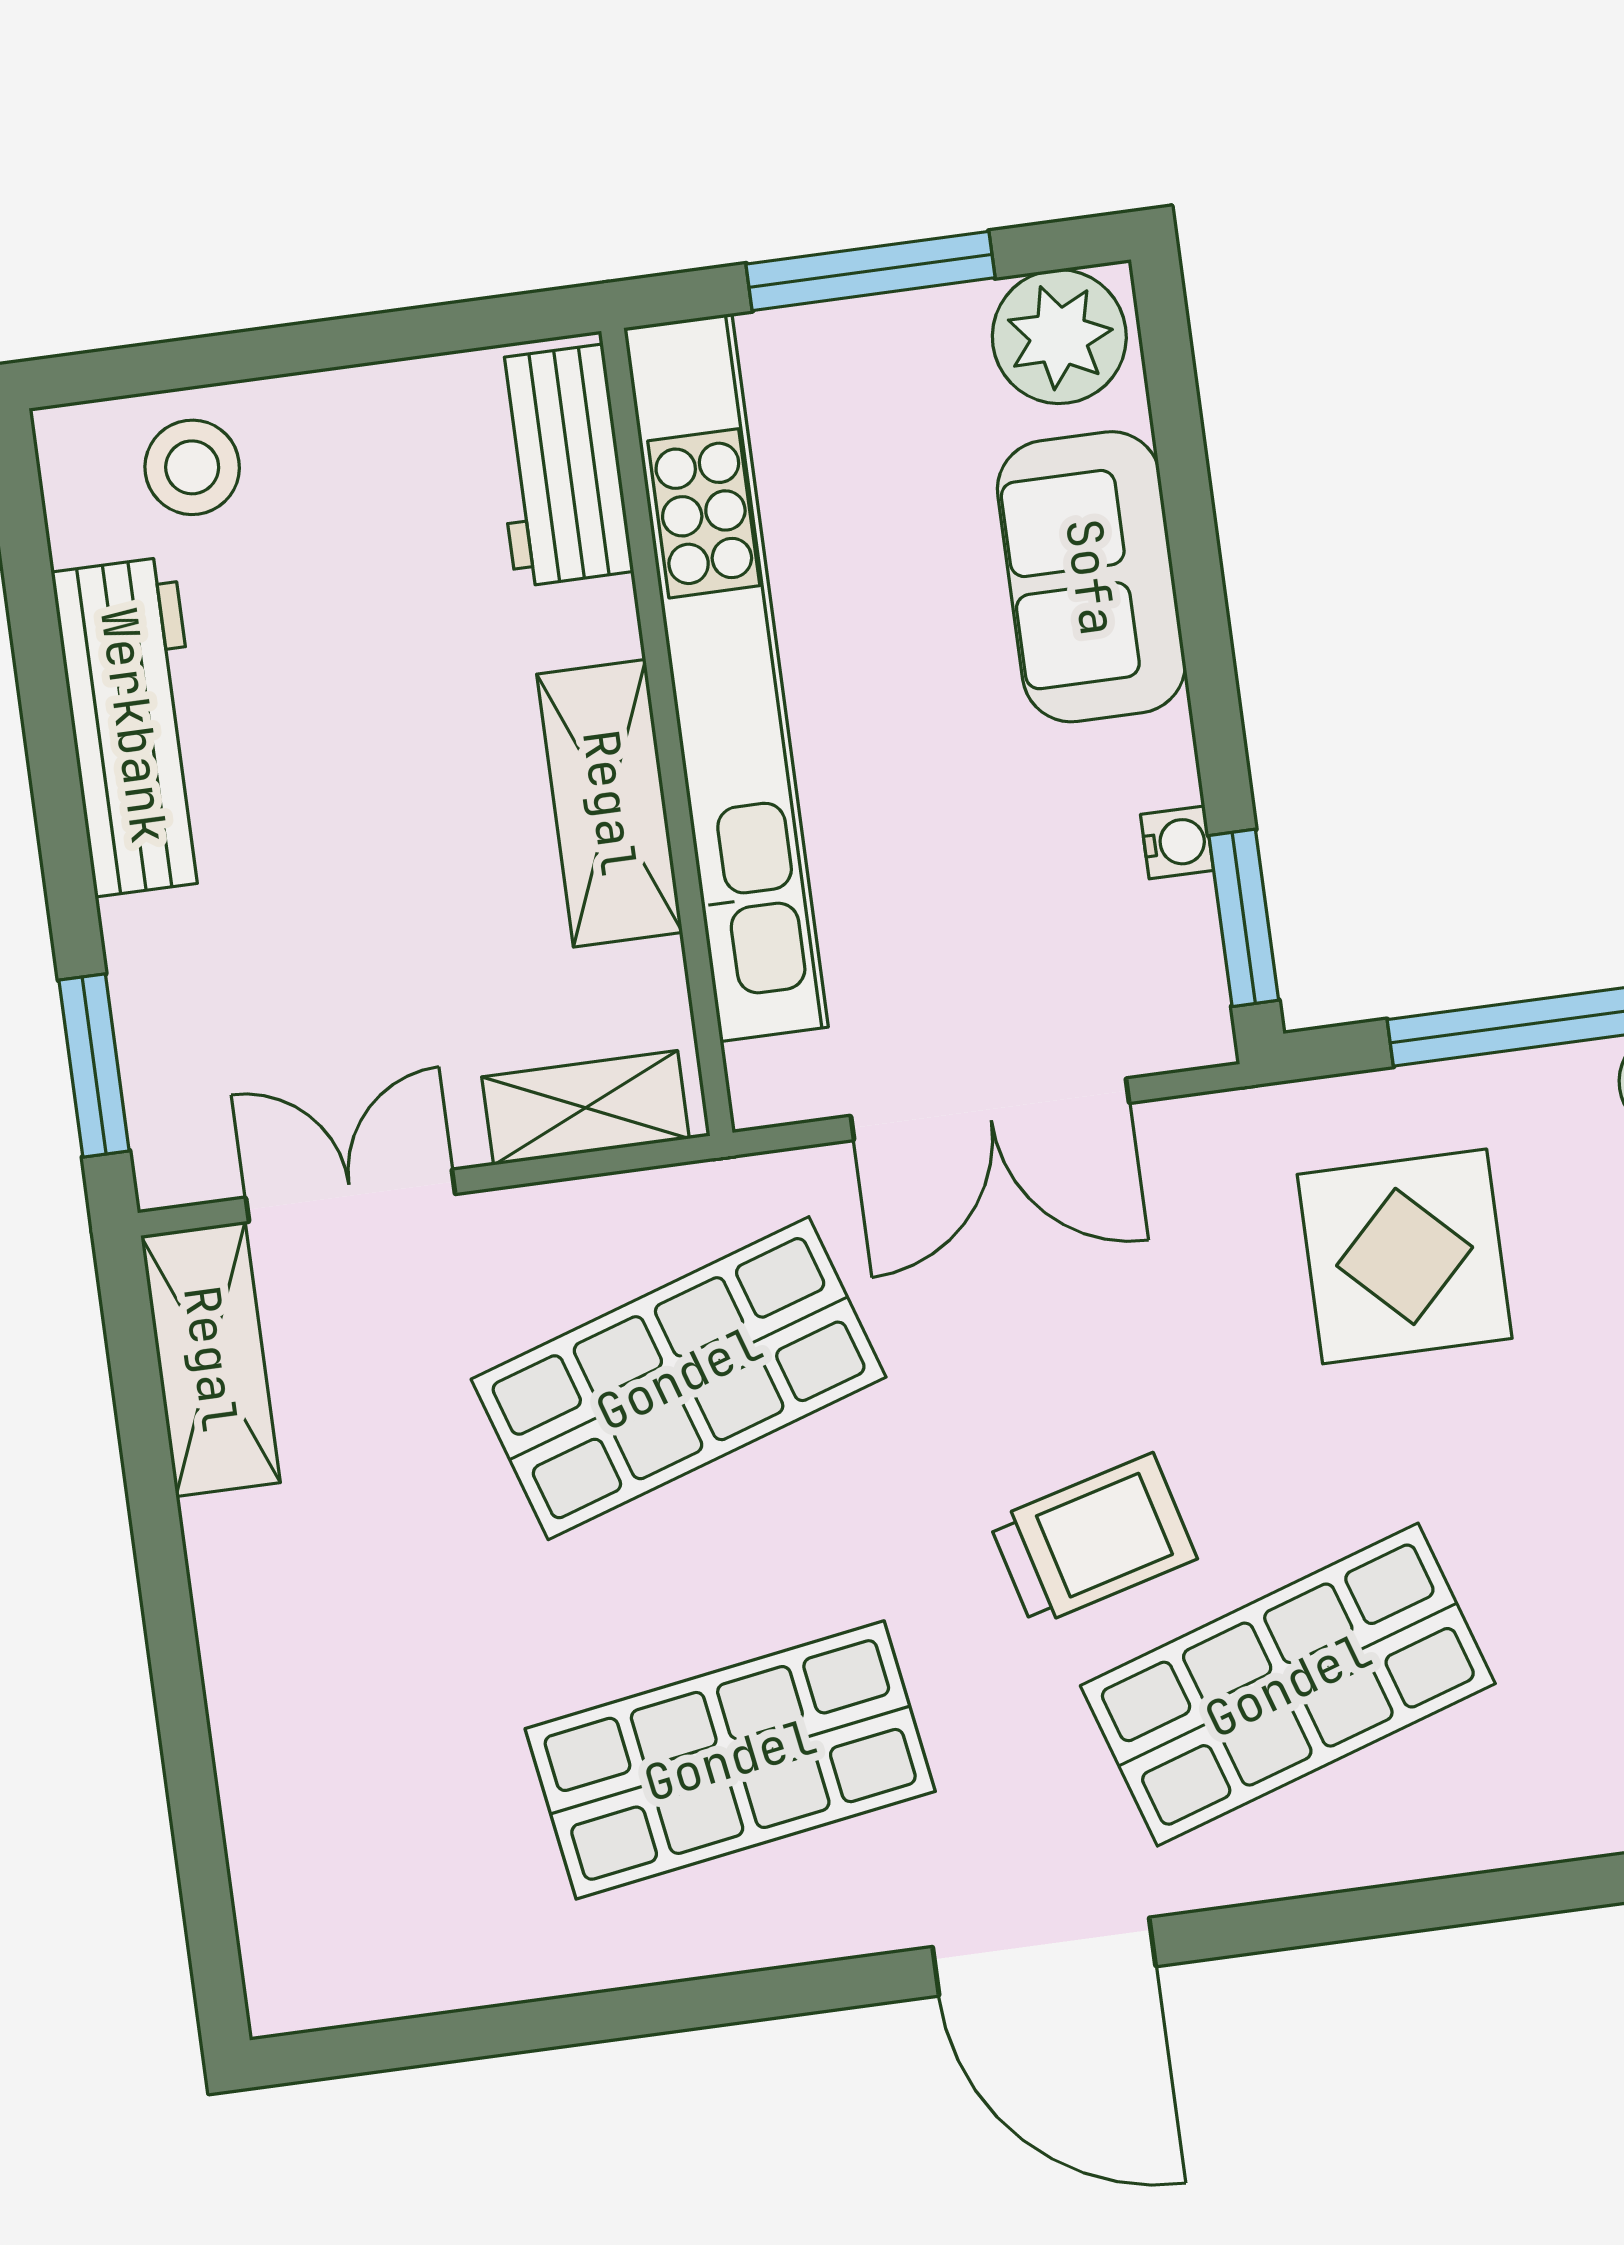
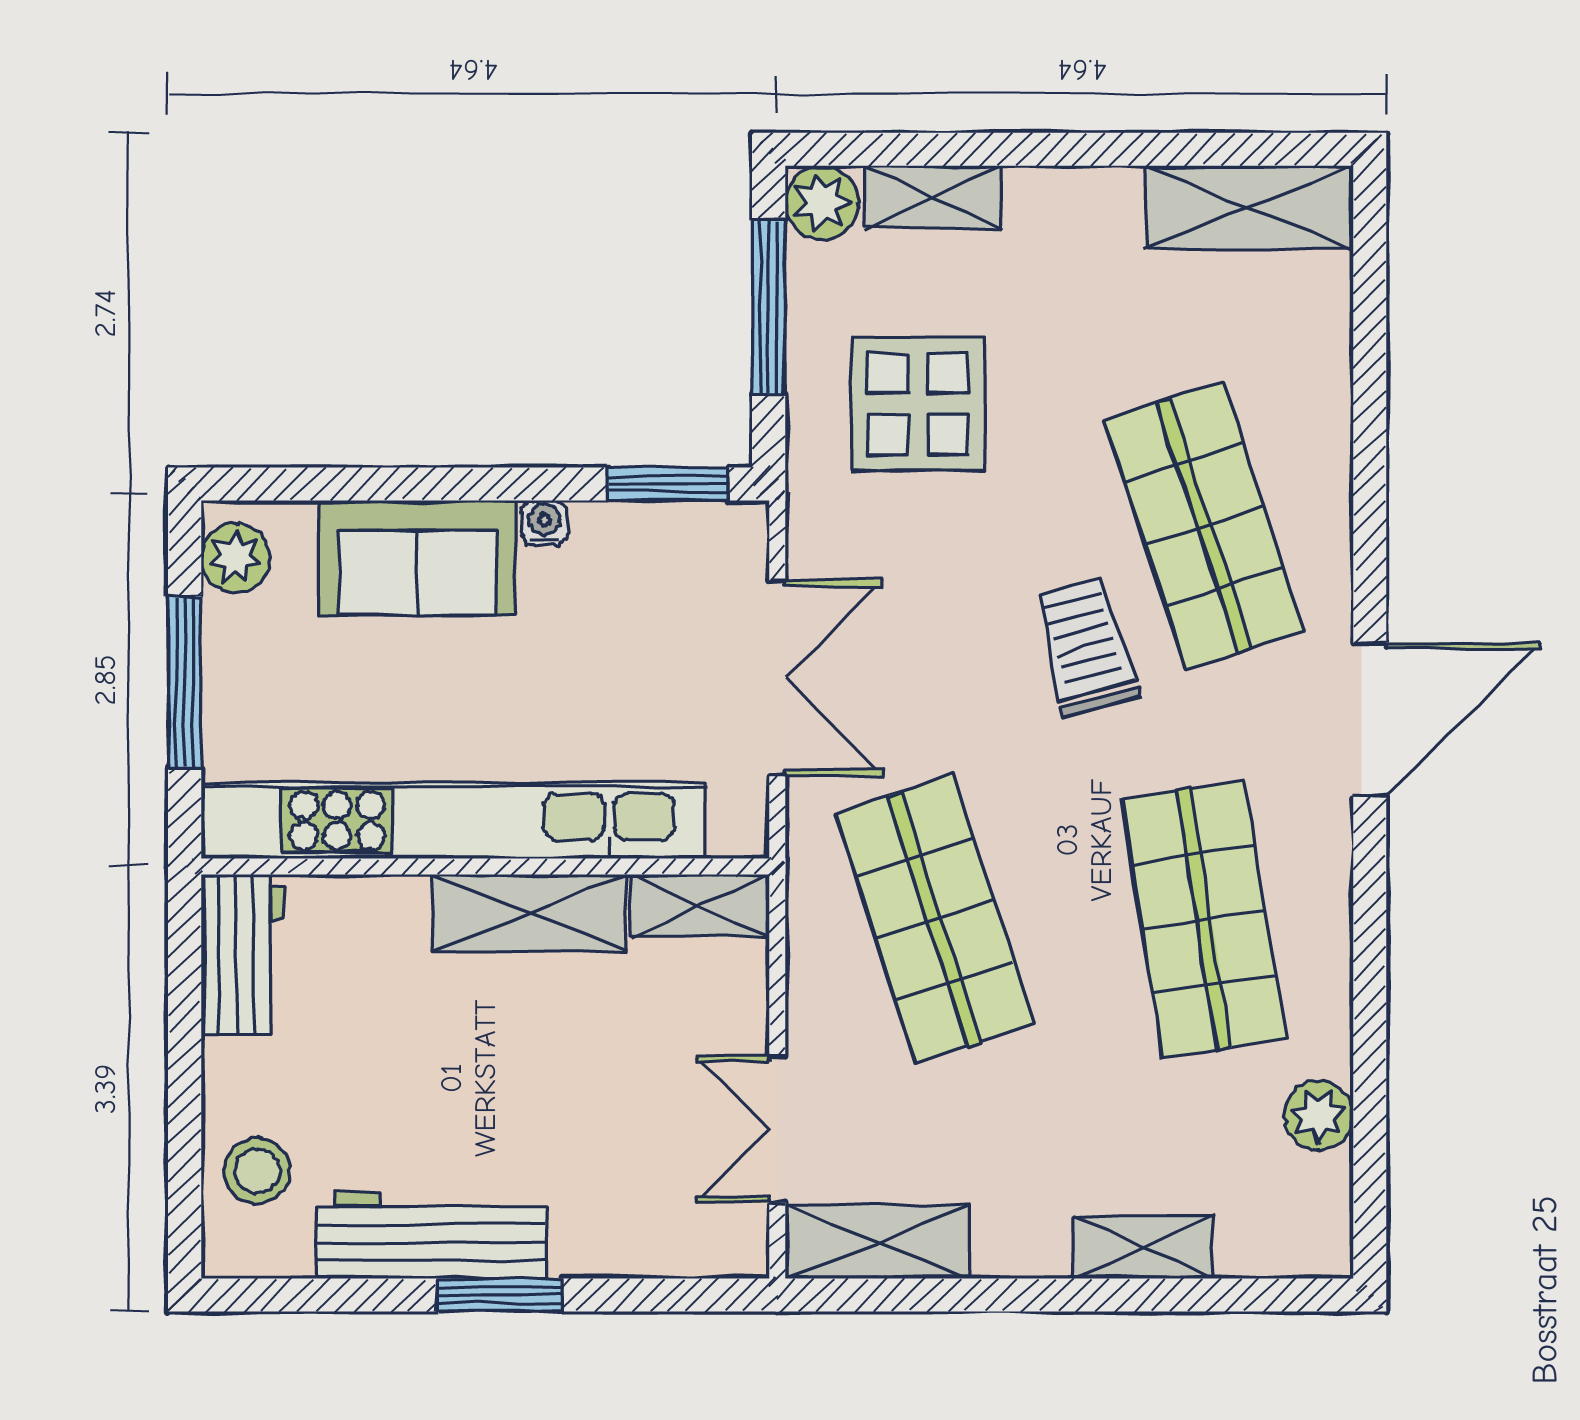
plant: (1059, 337) -> (235, 557), width x0.73, depth x0.73
workbench: (560, 466) -> (243, 955), moved, turned -90
water cooler: (1177, 842) -> (544, 523), moved
window: (94, 1065) -> (500, 1295), moved
shelving: (586, 1108) -> (700, 906), moved, turned 90
shelving: (254, 1736) -> (1143, 1247), added
plant: (474, 1960) -> (1319, 1116), added

